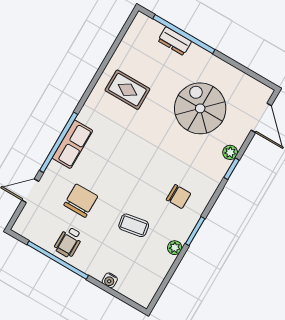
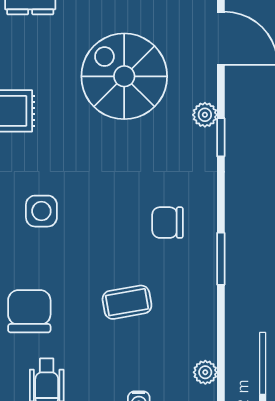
side table: (117, 153) -> (41, 211), added
chair: (178, 197) -> (167, 223), turned 180
plant: (175, 248) -> (205, 372), moved

